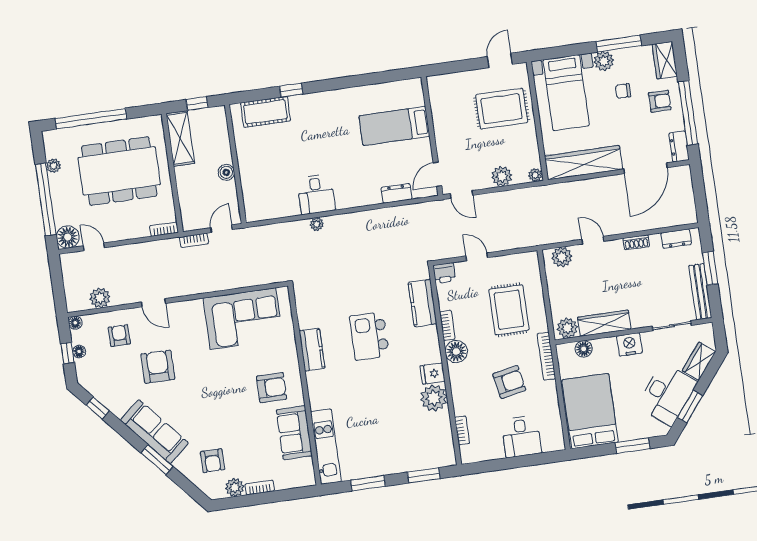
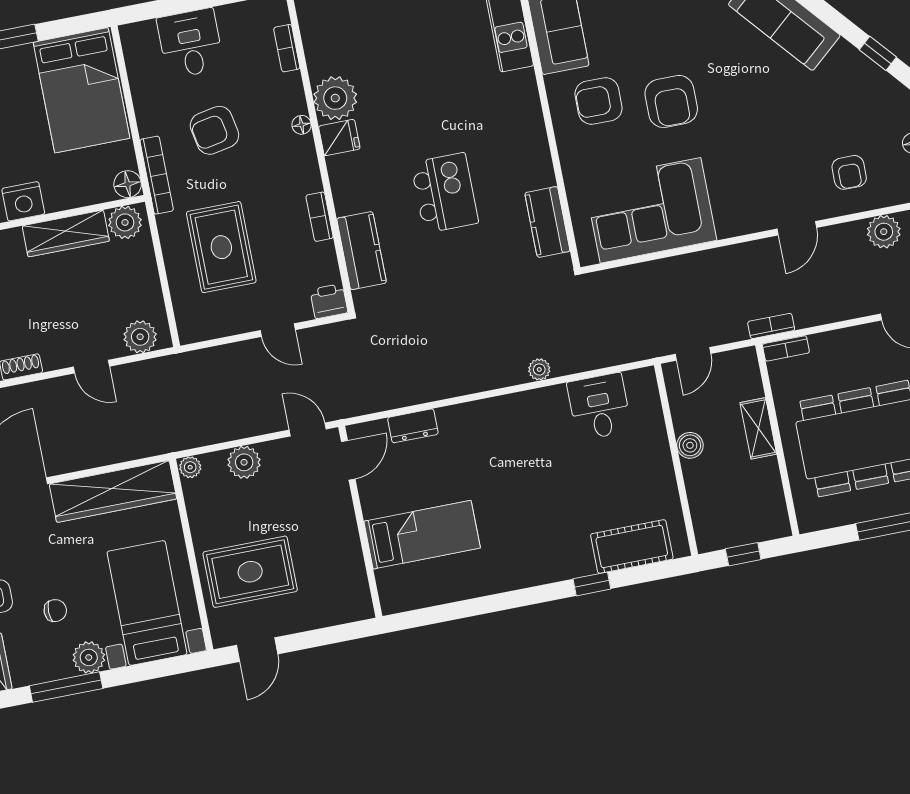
shelving: (180, 138) -> (758, 428), moved, width x0.67, depth x0.75
desk: (316, 194) -> (599, 407), moved
bookcase: (194, 240) -> (771, 326), moved
door: (153, 303) -> (797, 228), swing flipped
floor lamp: (584, 349) -> (128, 184), moved
kitchen counter: (312, 350) -> (547, 222), moved
floor lamp: (456, 352) -> (302, 125), moved, width x0.53, depth x0.53
armchair: (158, 367) -> (671, 101), moved

